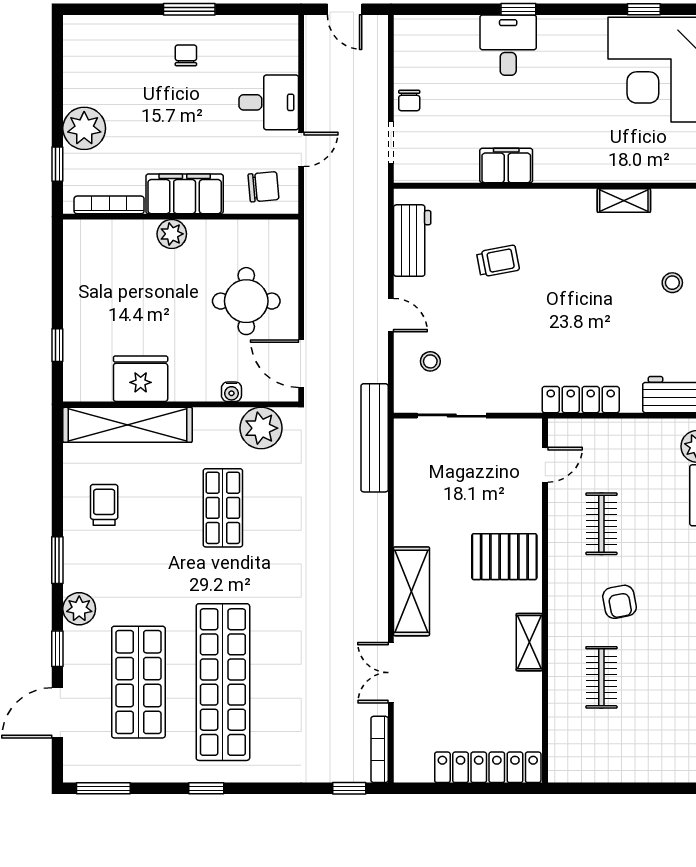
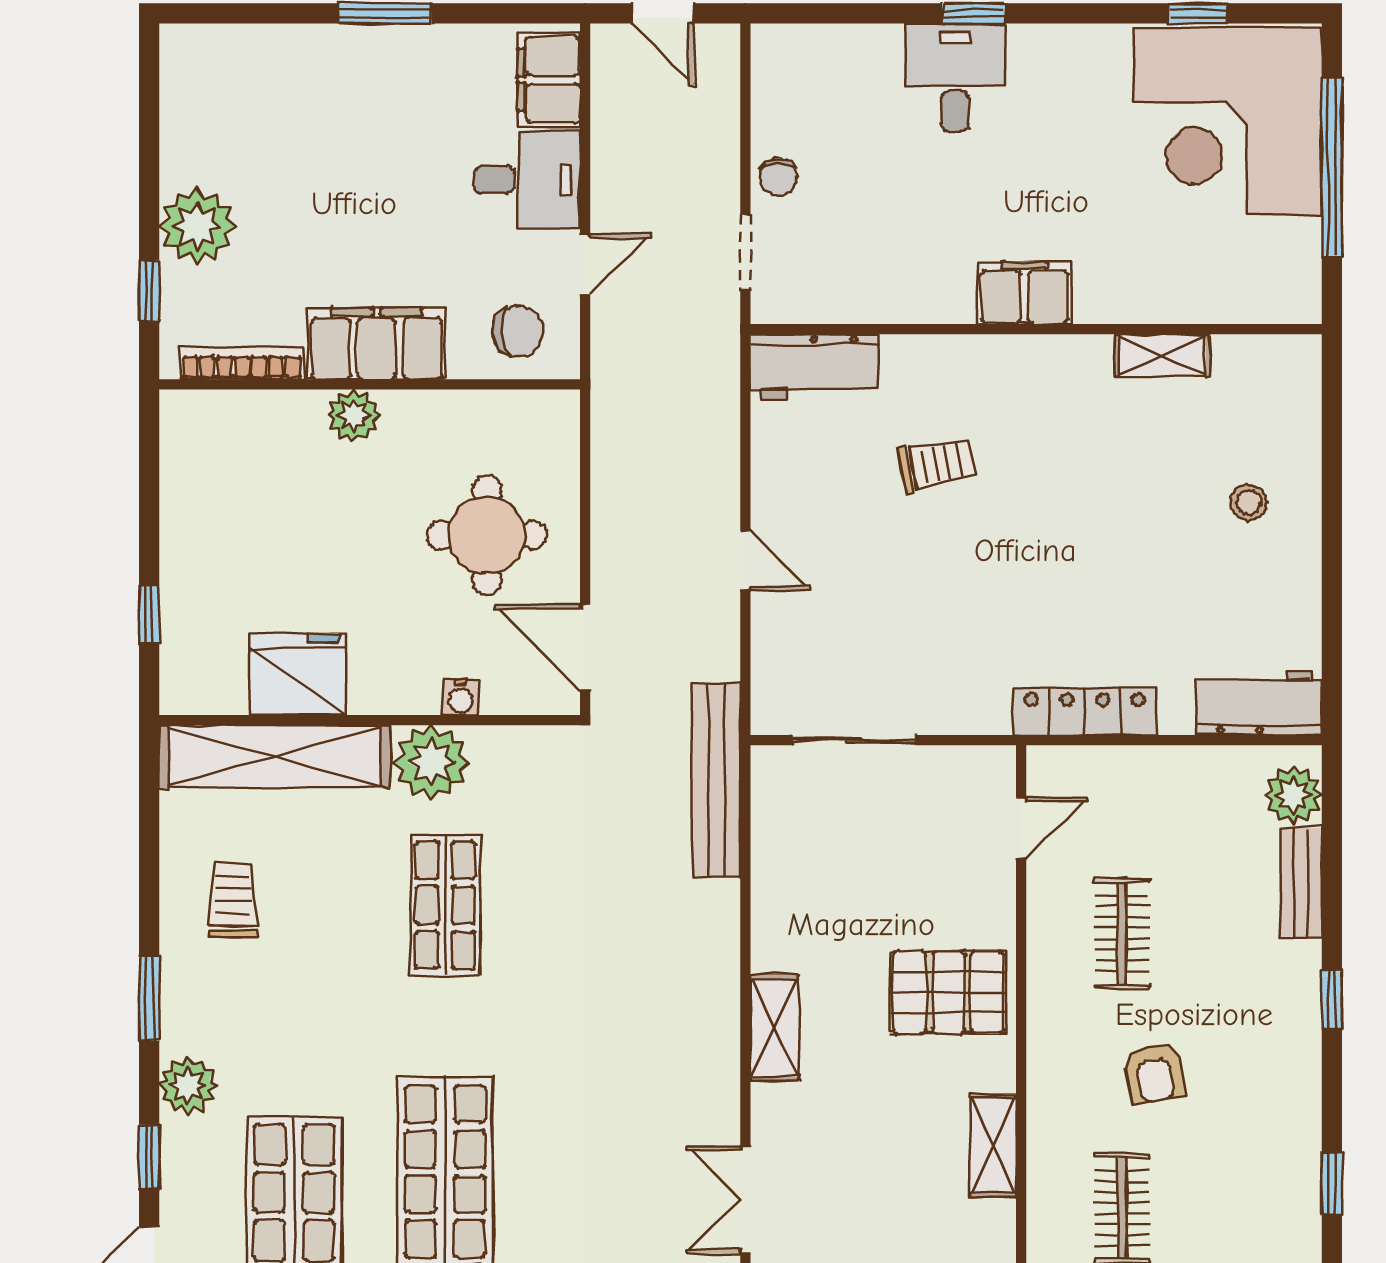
filing cabinet: (281, 46) -> (549, 80), added
chair: (186, 55) -> (379, 96), removed
filing cabinet: (506, 165) -> (1024, 293), moved
workbench: (412, 241) -> (815, 367), moved, turned 90
stool: (430, 361) -> (816, 643), removed
plant: (261, 428) -> (431, 762), moved
shelving: (411, 591) -> (774, 1028), width x0.67, depth x0.75

